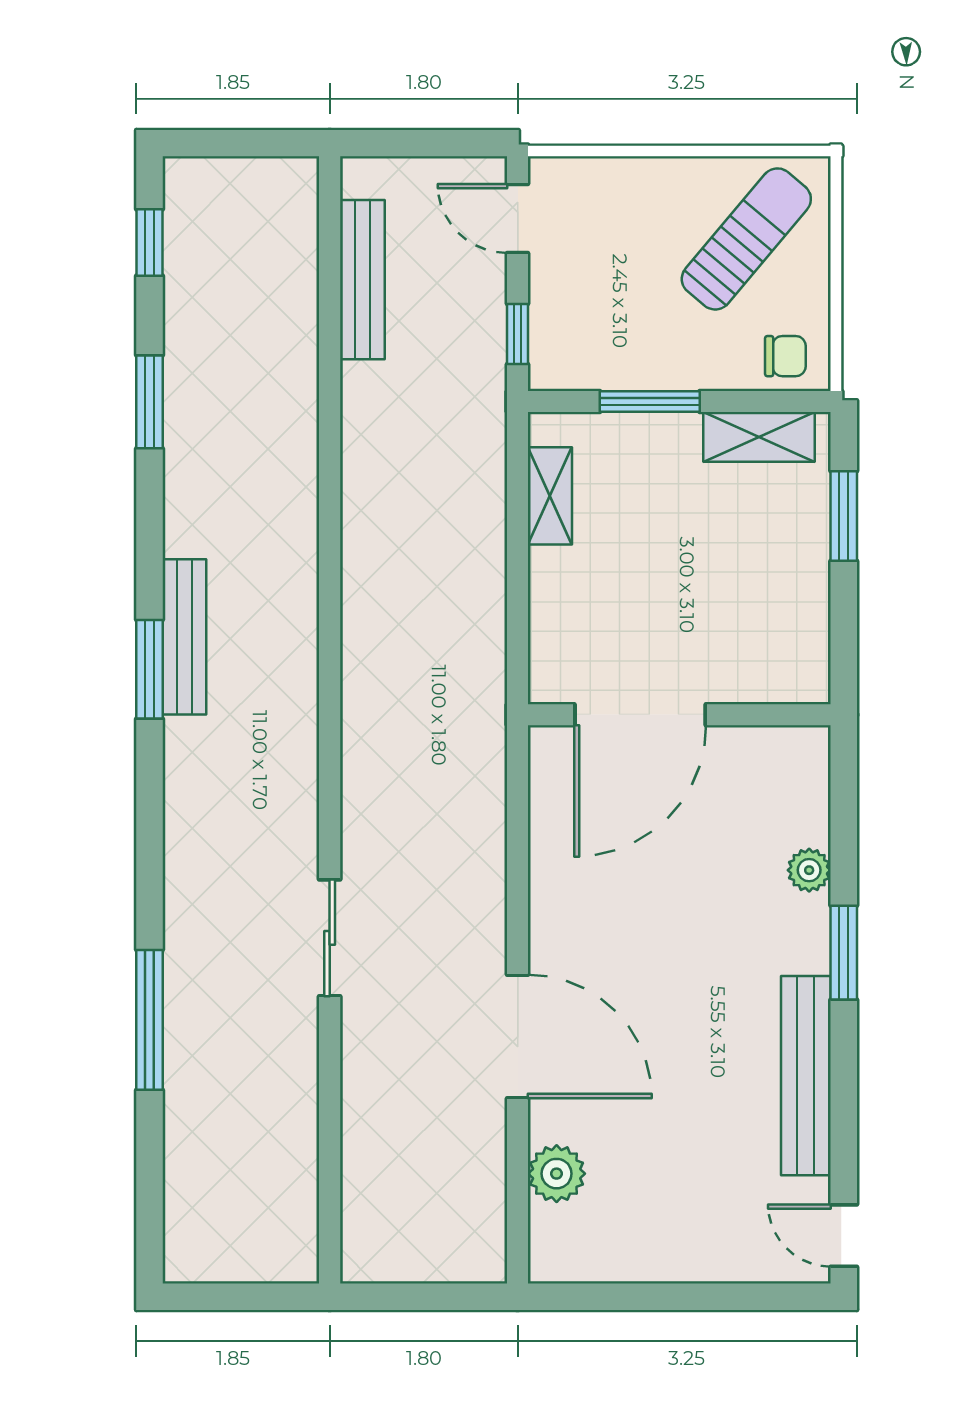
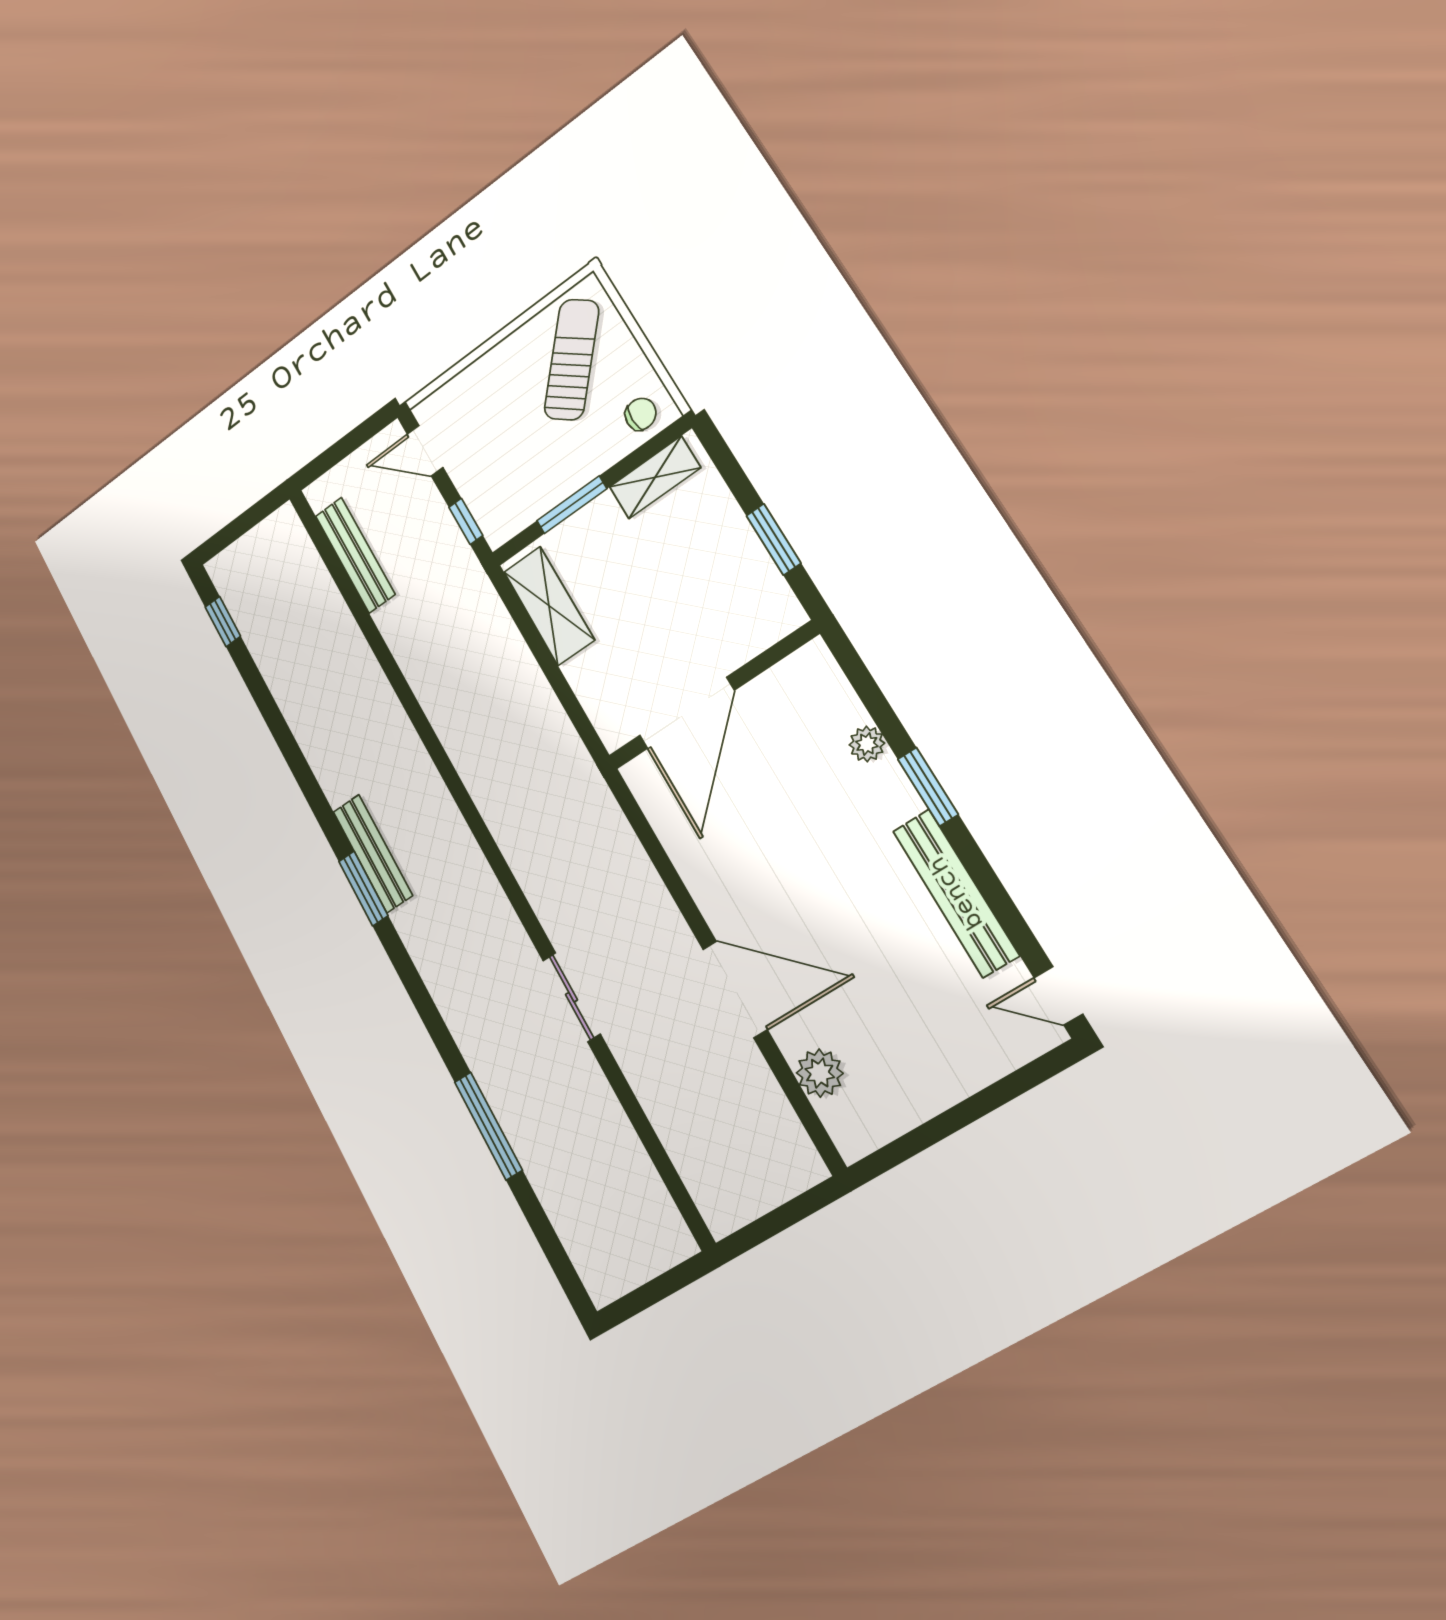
window: (150, 402) -> (274, 719), removed
shelving: (550, 496) -> (549, 606), width x1.50, depth x1.33
window: (844, 516) -> (774, 539), moved

